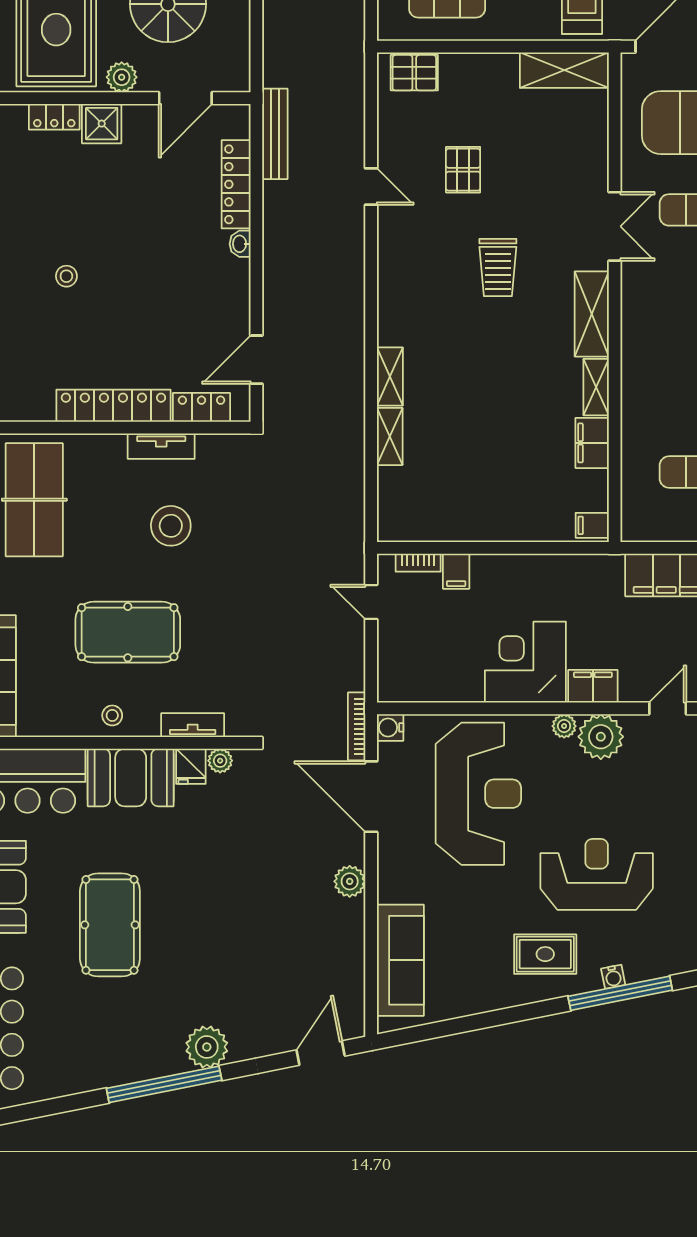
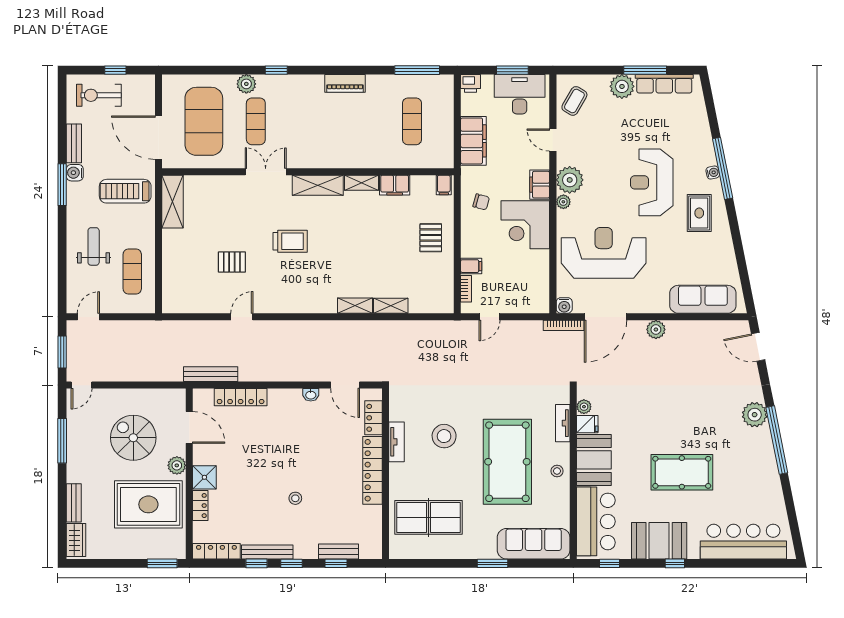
pallet: (414, 73) -> (431, 238), moved
washbasin: (240, 244) -> (311, 395), moved
chair: (564, 588) -> (481, 202), added
pool table: (128, 632) -> (507, 462), width x1.36, depth x1.32

